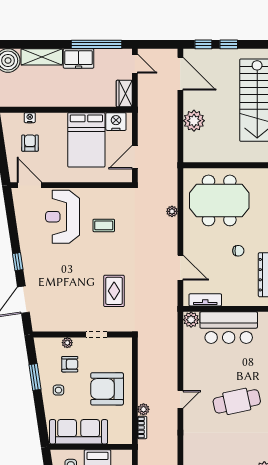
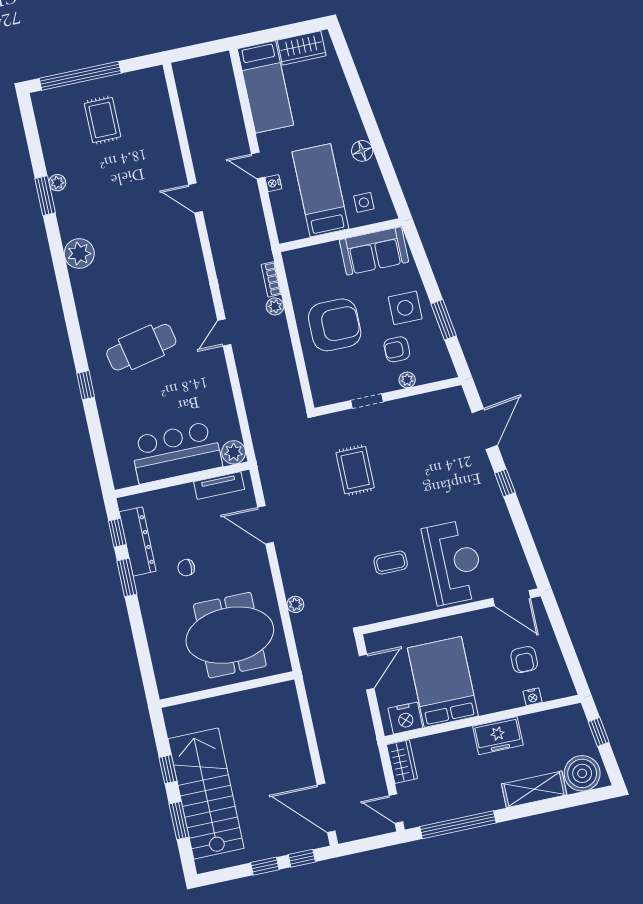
freezer: (79, 58) -> (498, 736), moved, turned 180
plant: (194, 121) -> (292, 744), removed
side table: (58, 390) -> (405, 308), width x1.87, depth x1.87
sofa: (79, 432) -> (374, 251), width x0.73

